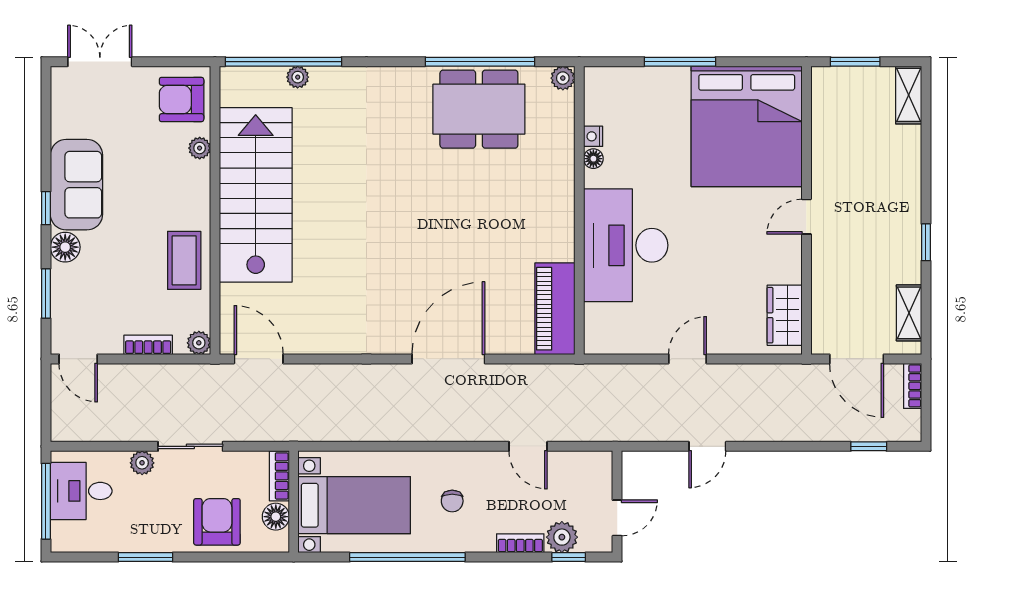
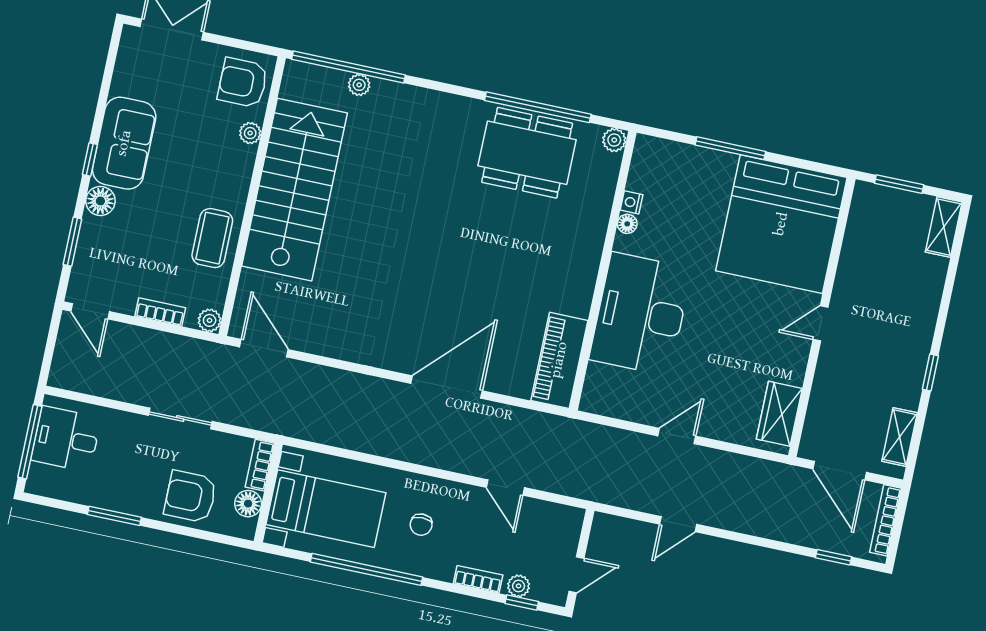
bookcase: (913, 386) -> (885, 520), width x1.56
plant: (142, 463) -> (130, 424), removed
armchair: (217, 522) -> (190, 497), turned -90
plant: (562, 537) -> (519, 586), width x0.73, depth x0.73

